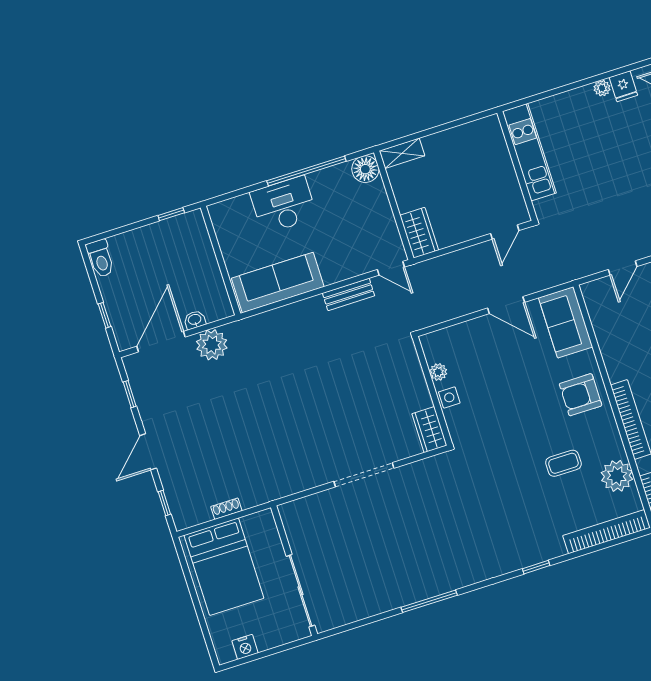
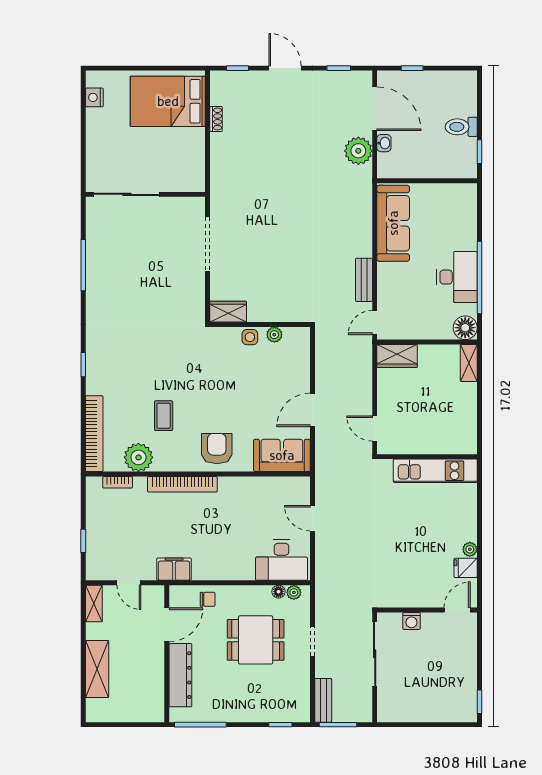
desk: (284, 205) -> (457, 277), moved
toilet: (100, 258) -> (461, 127), moved
wall: (294, 571) -> (145, 194), moved
sliding door: (301, 591) -> (127, 194), moved

